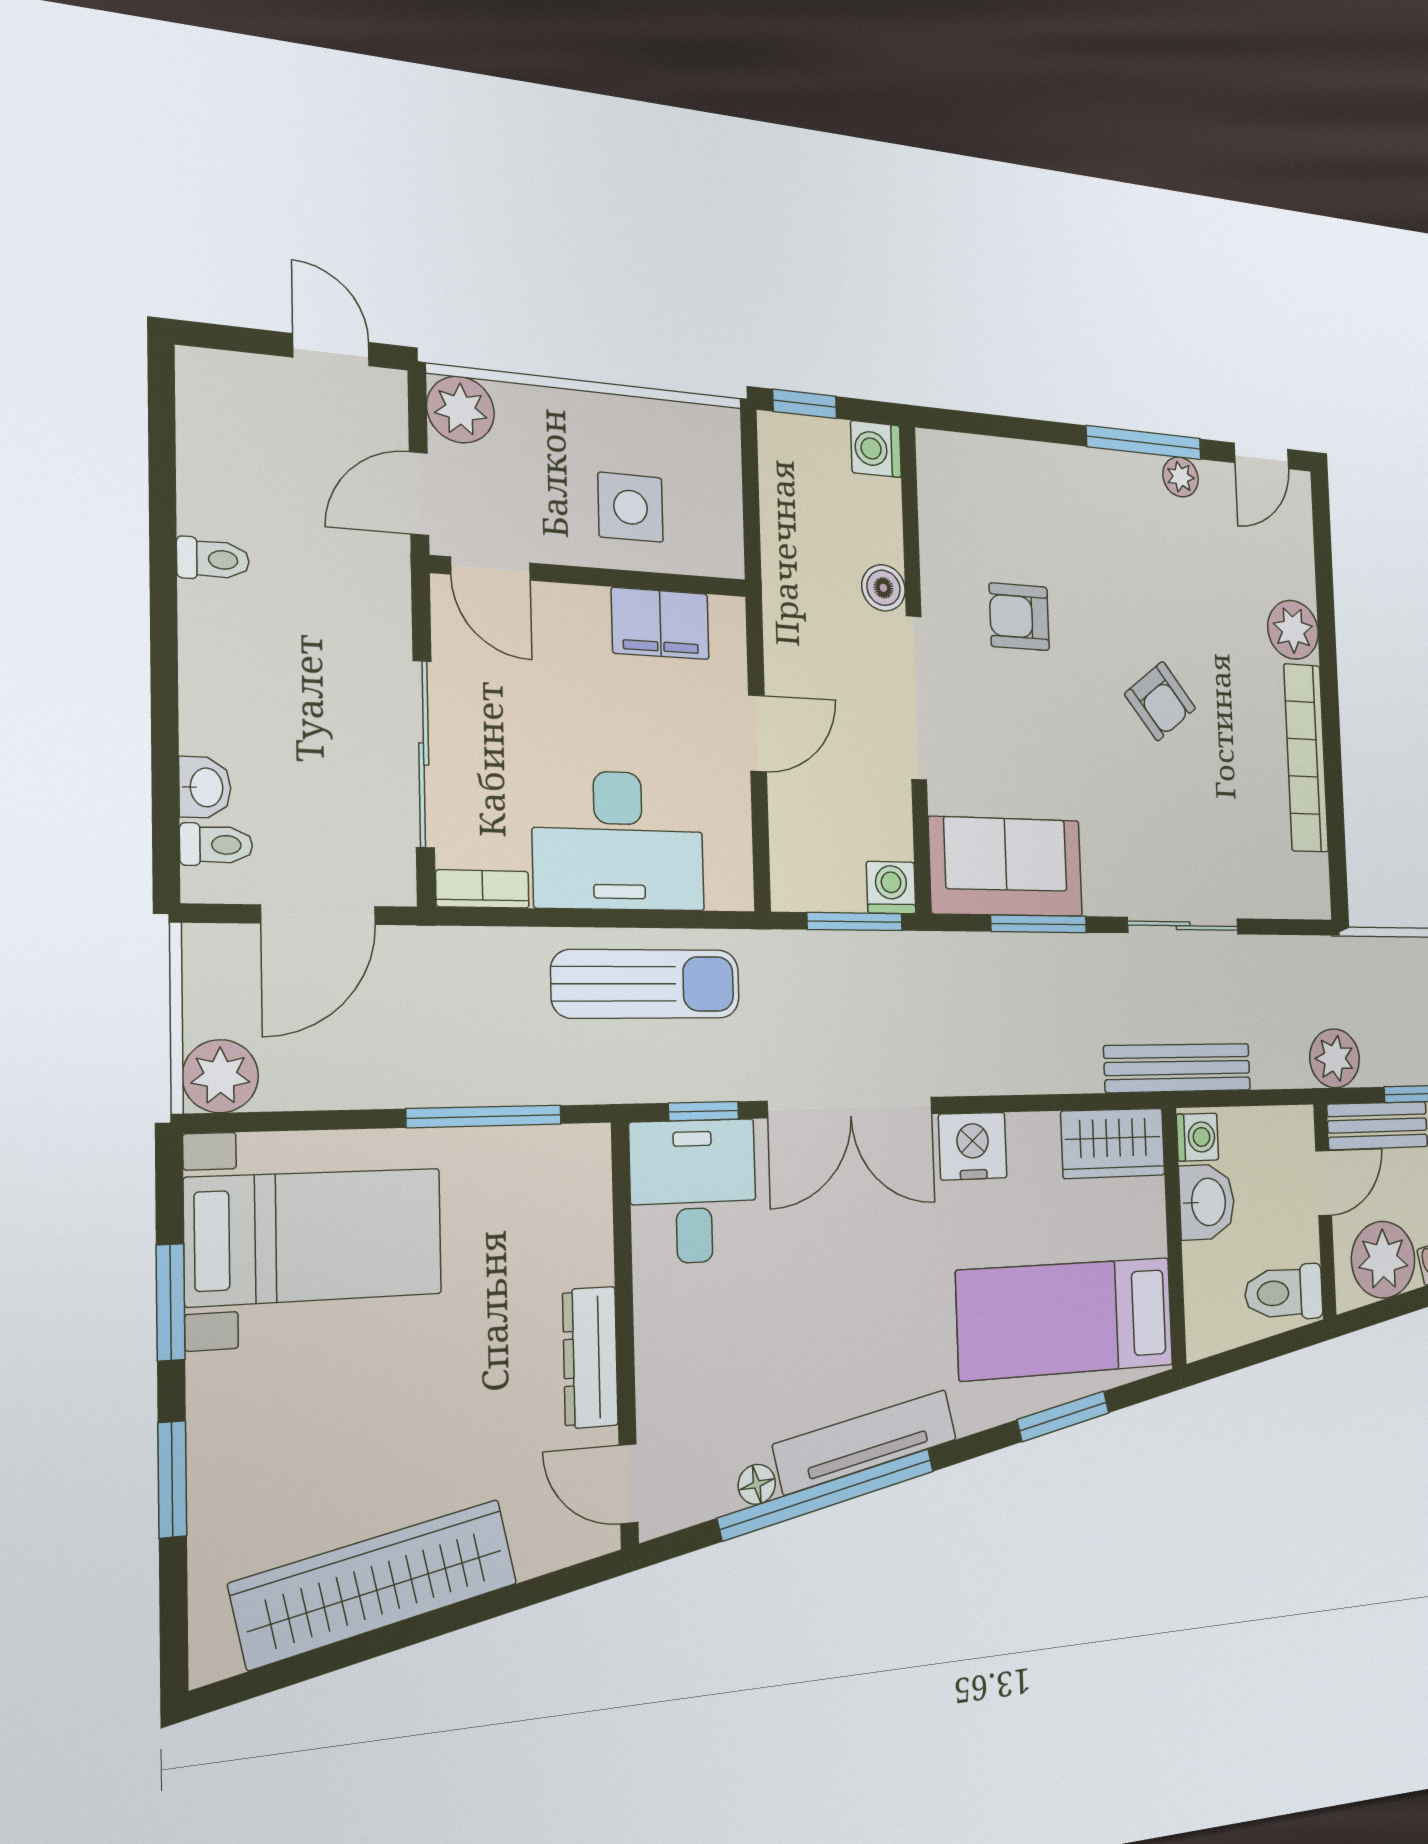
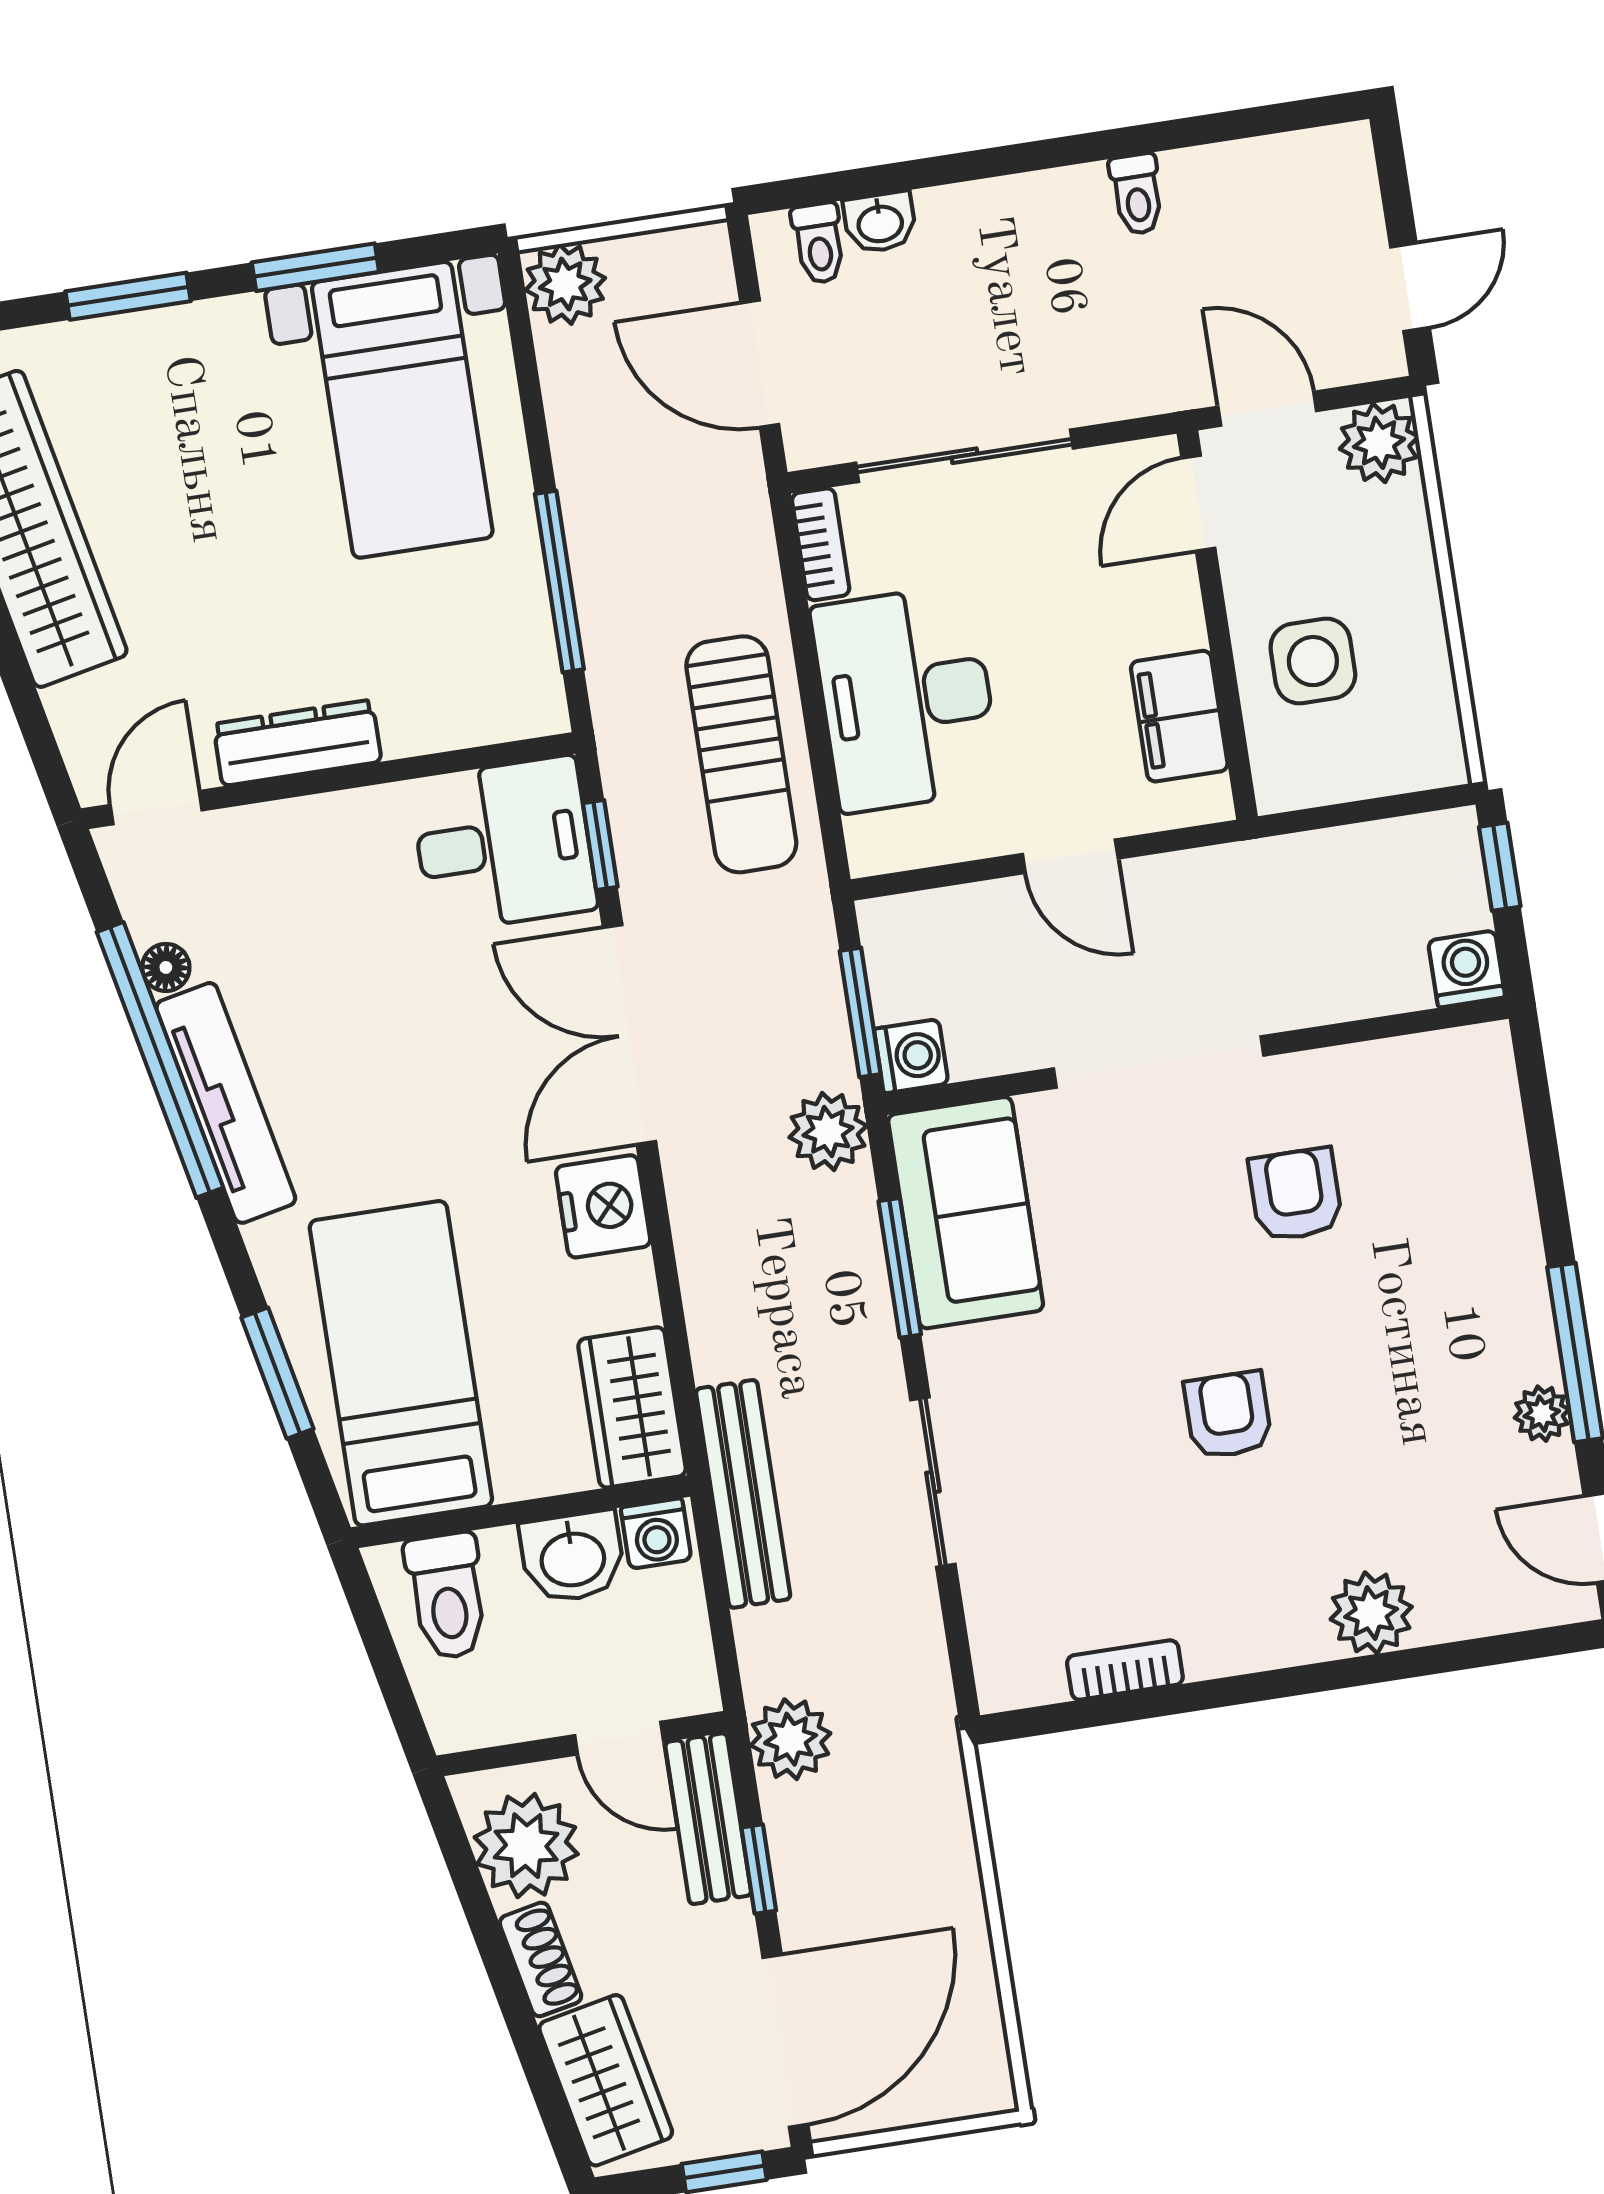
boiler: (883, 588) -> (1290, 1001), removed
armchair: (1160, 701) -> (1228, 1415), turned 128
bookcase: (1306, 758) -> (1125, 1670), width x0.43, depth x0.76
plant: (938, 962) -> (828, 1131), added
toilet: (1284, 1293) -> (447, 1596), moved, turned 180

